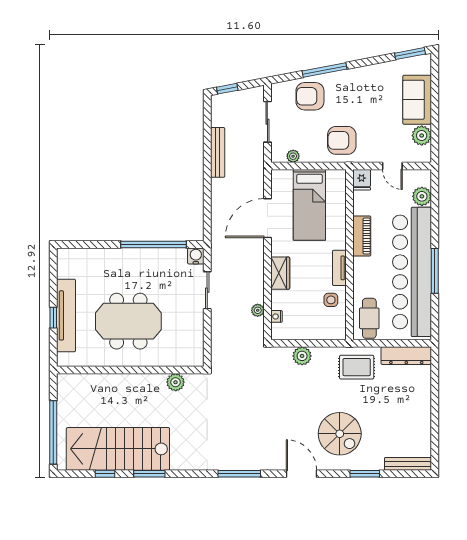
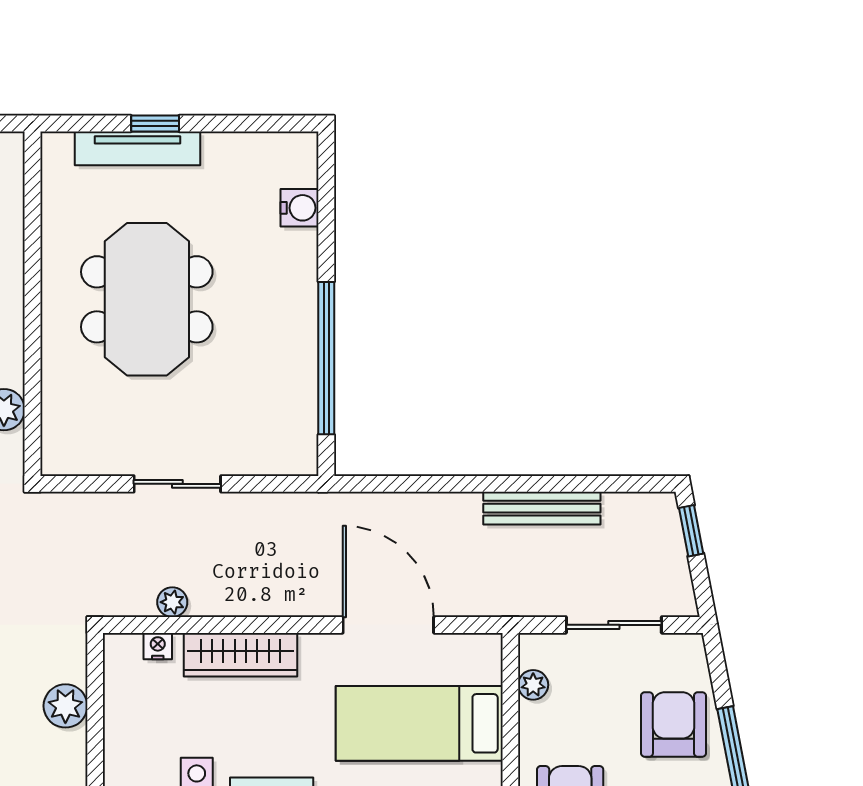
water cooler: (196, 256) -> (299, 208), moved
wardrobe: (280, 273) -> (240, 655), width x1.50
sliding door: (207, 290) -> (177, 484), moved
tv unit: (66, 315) -> (138, 148), width x0.73, depth x0.78

